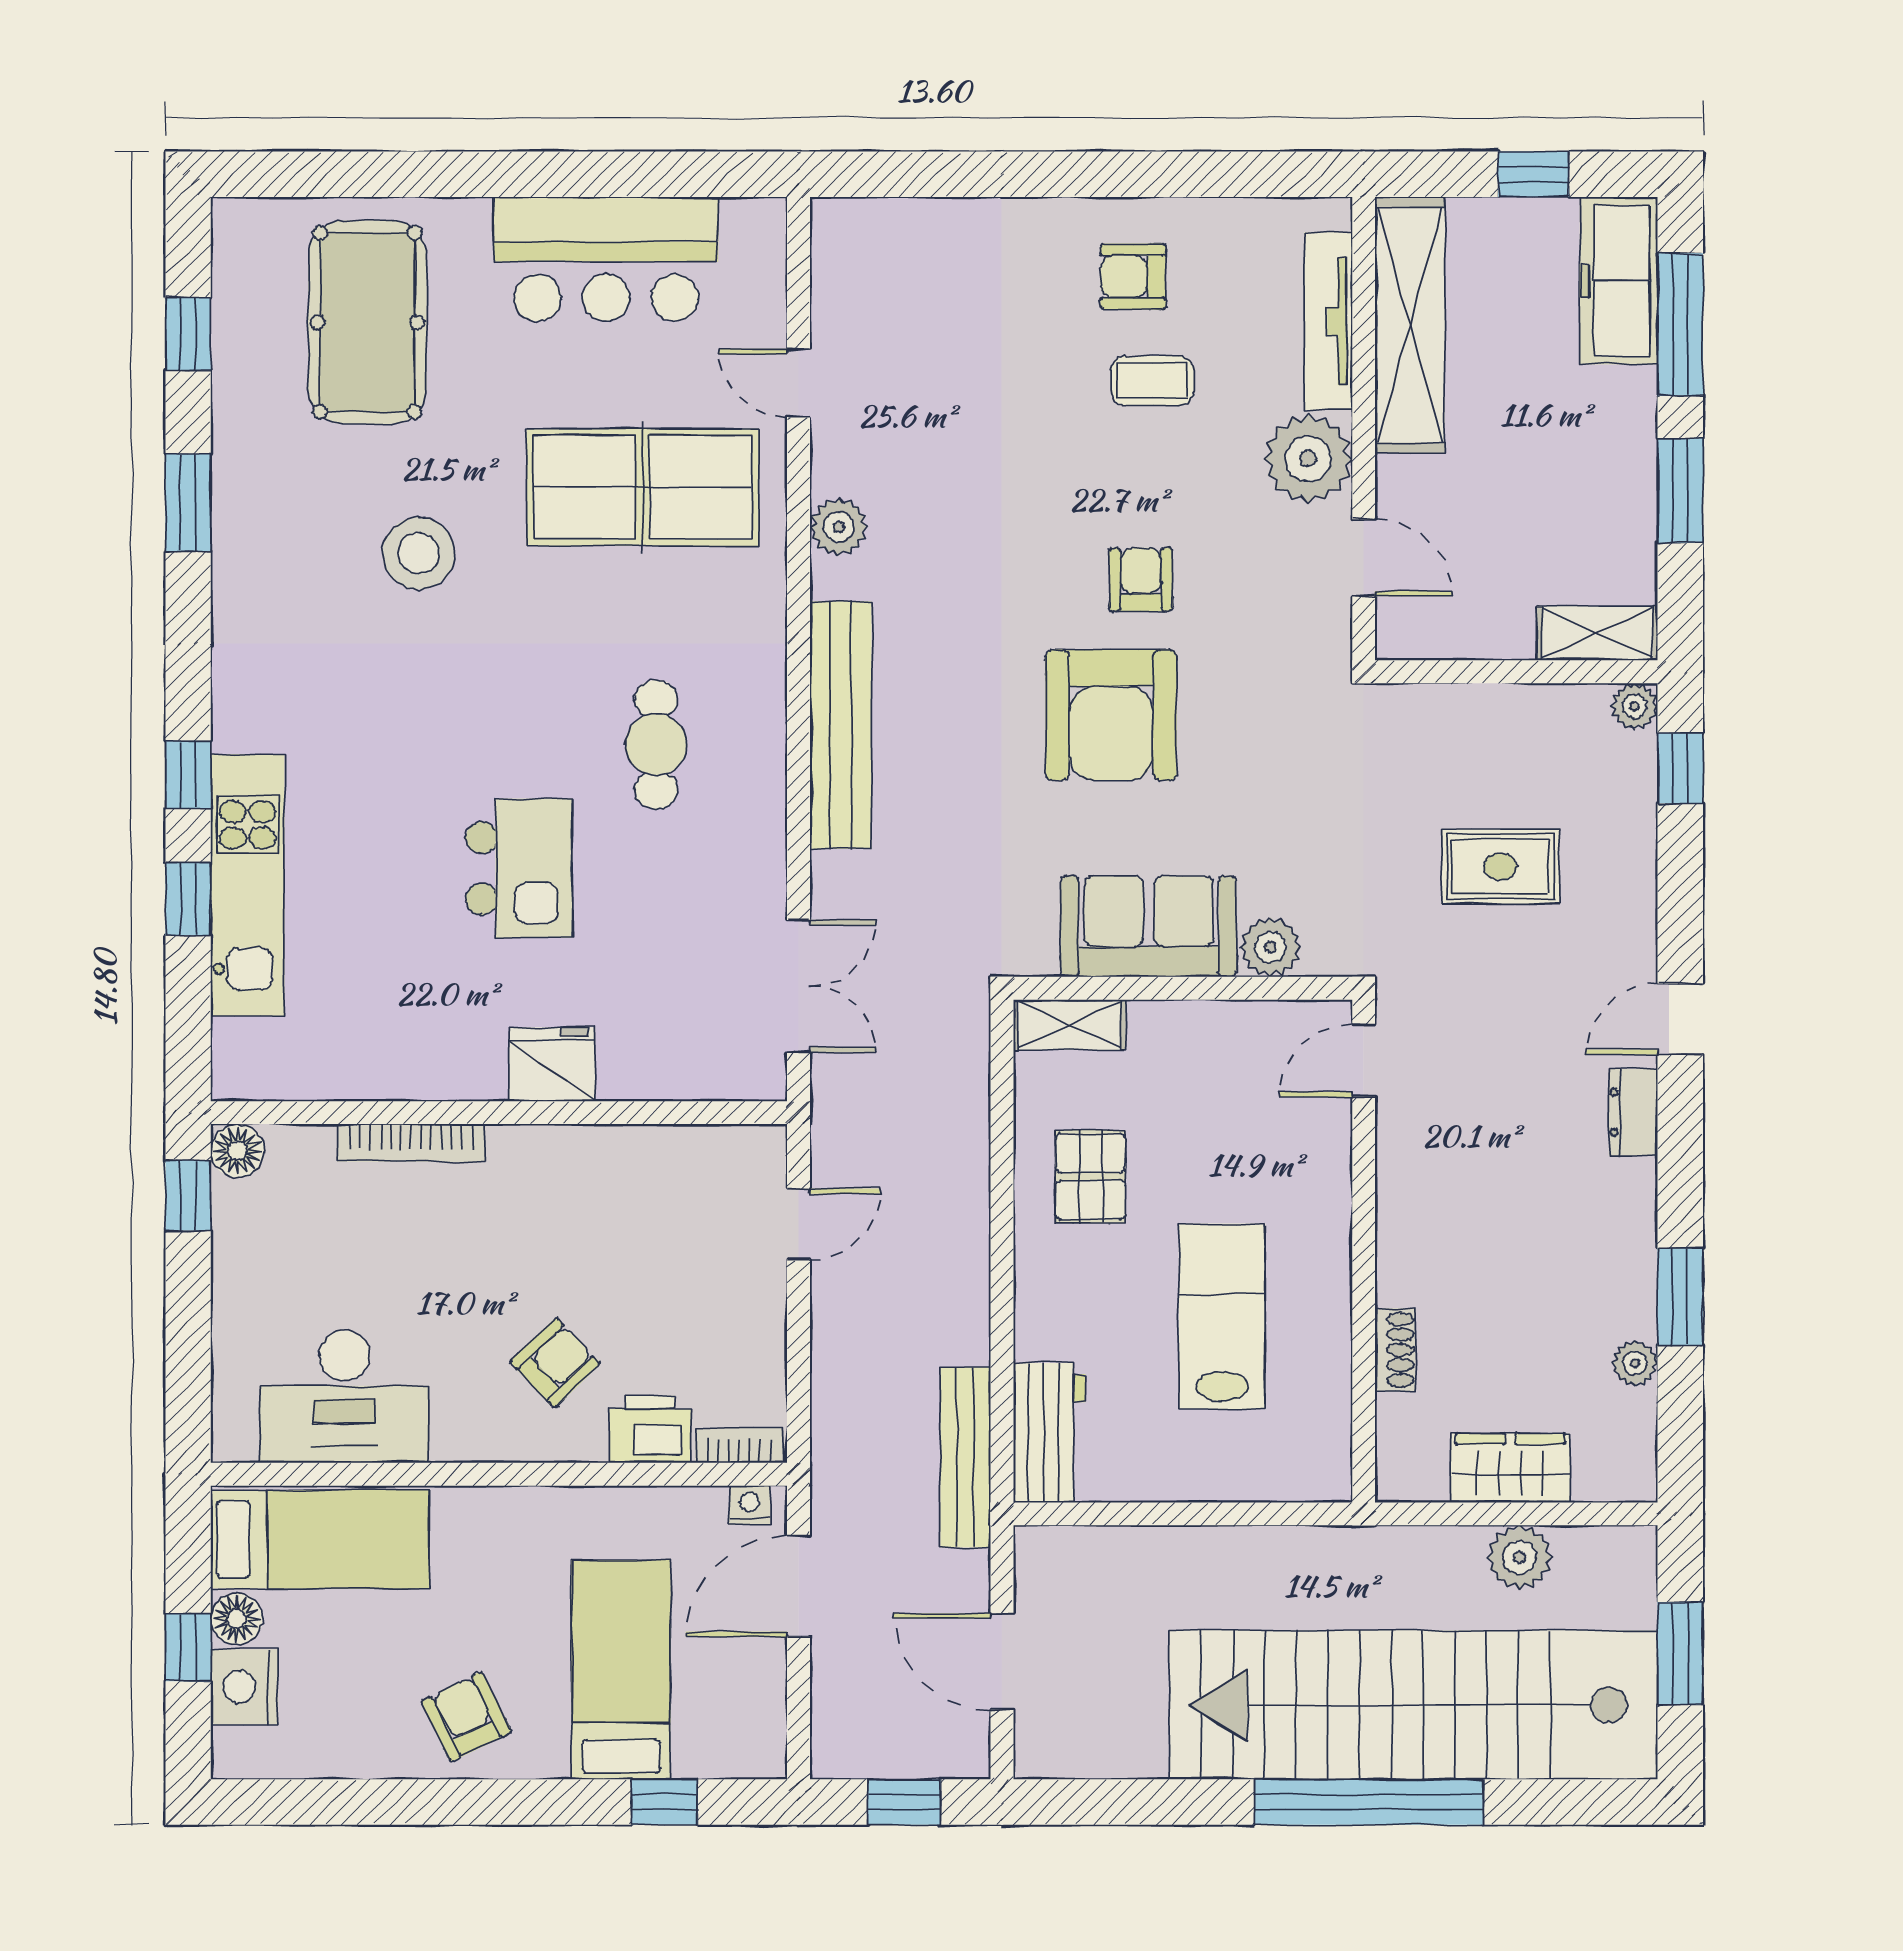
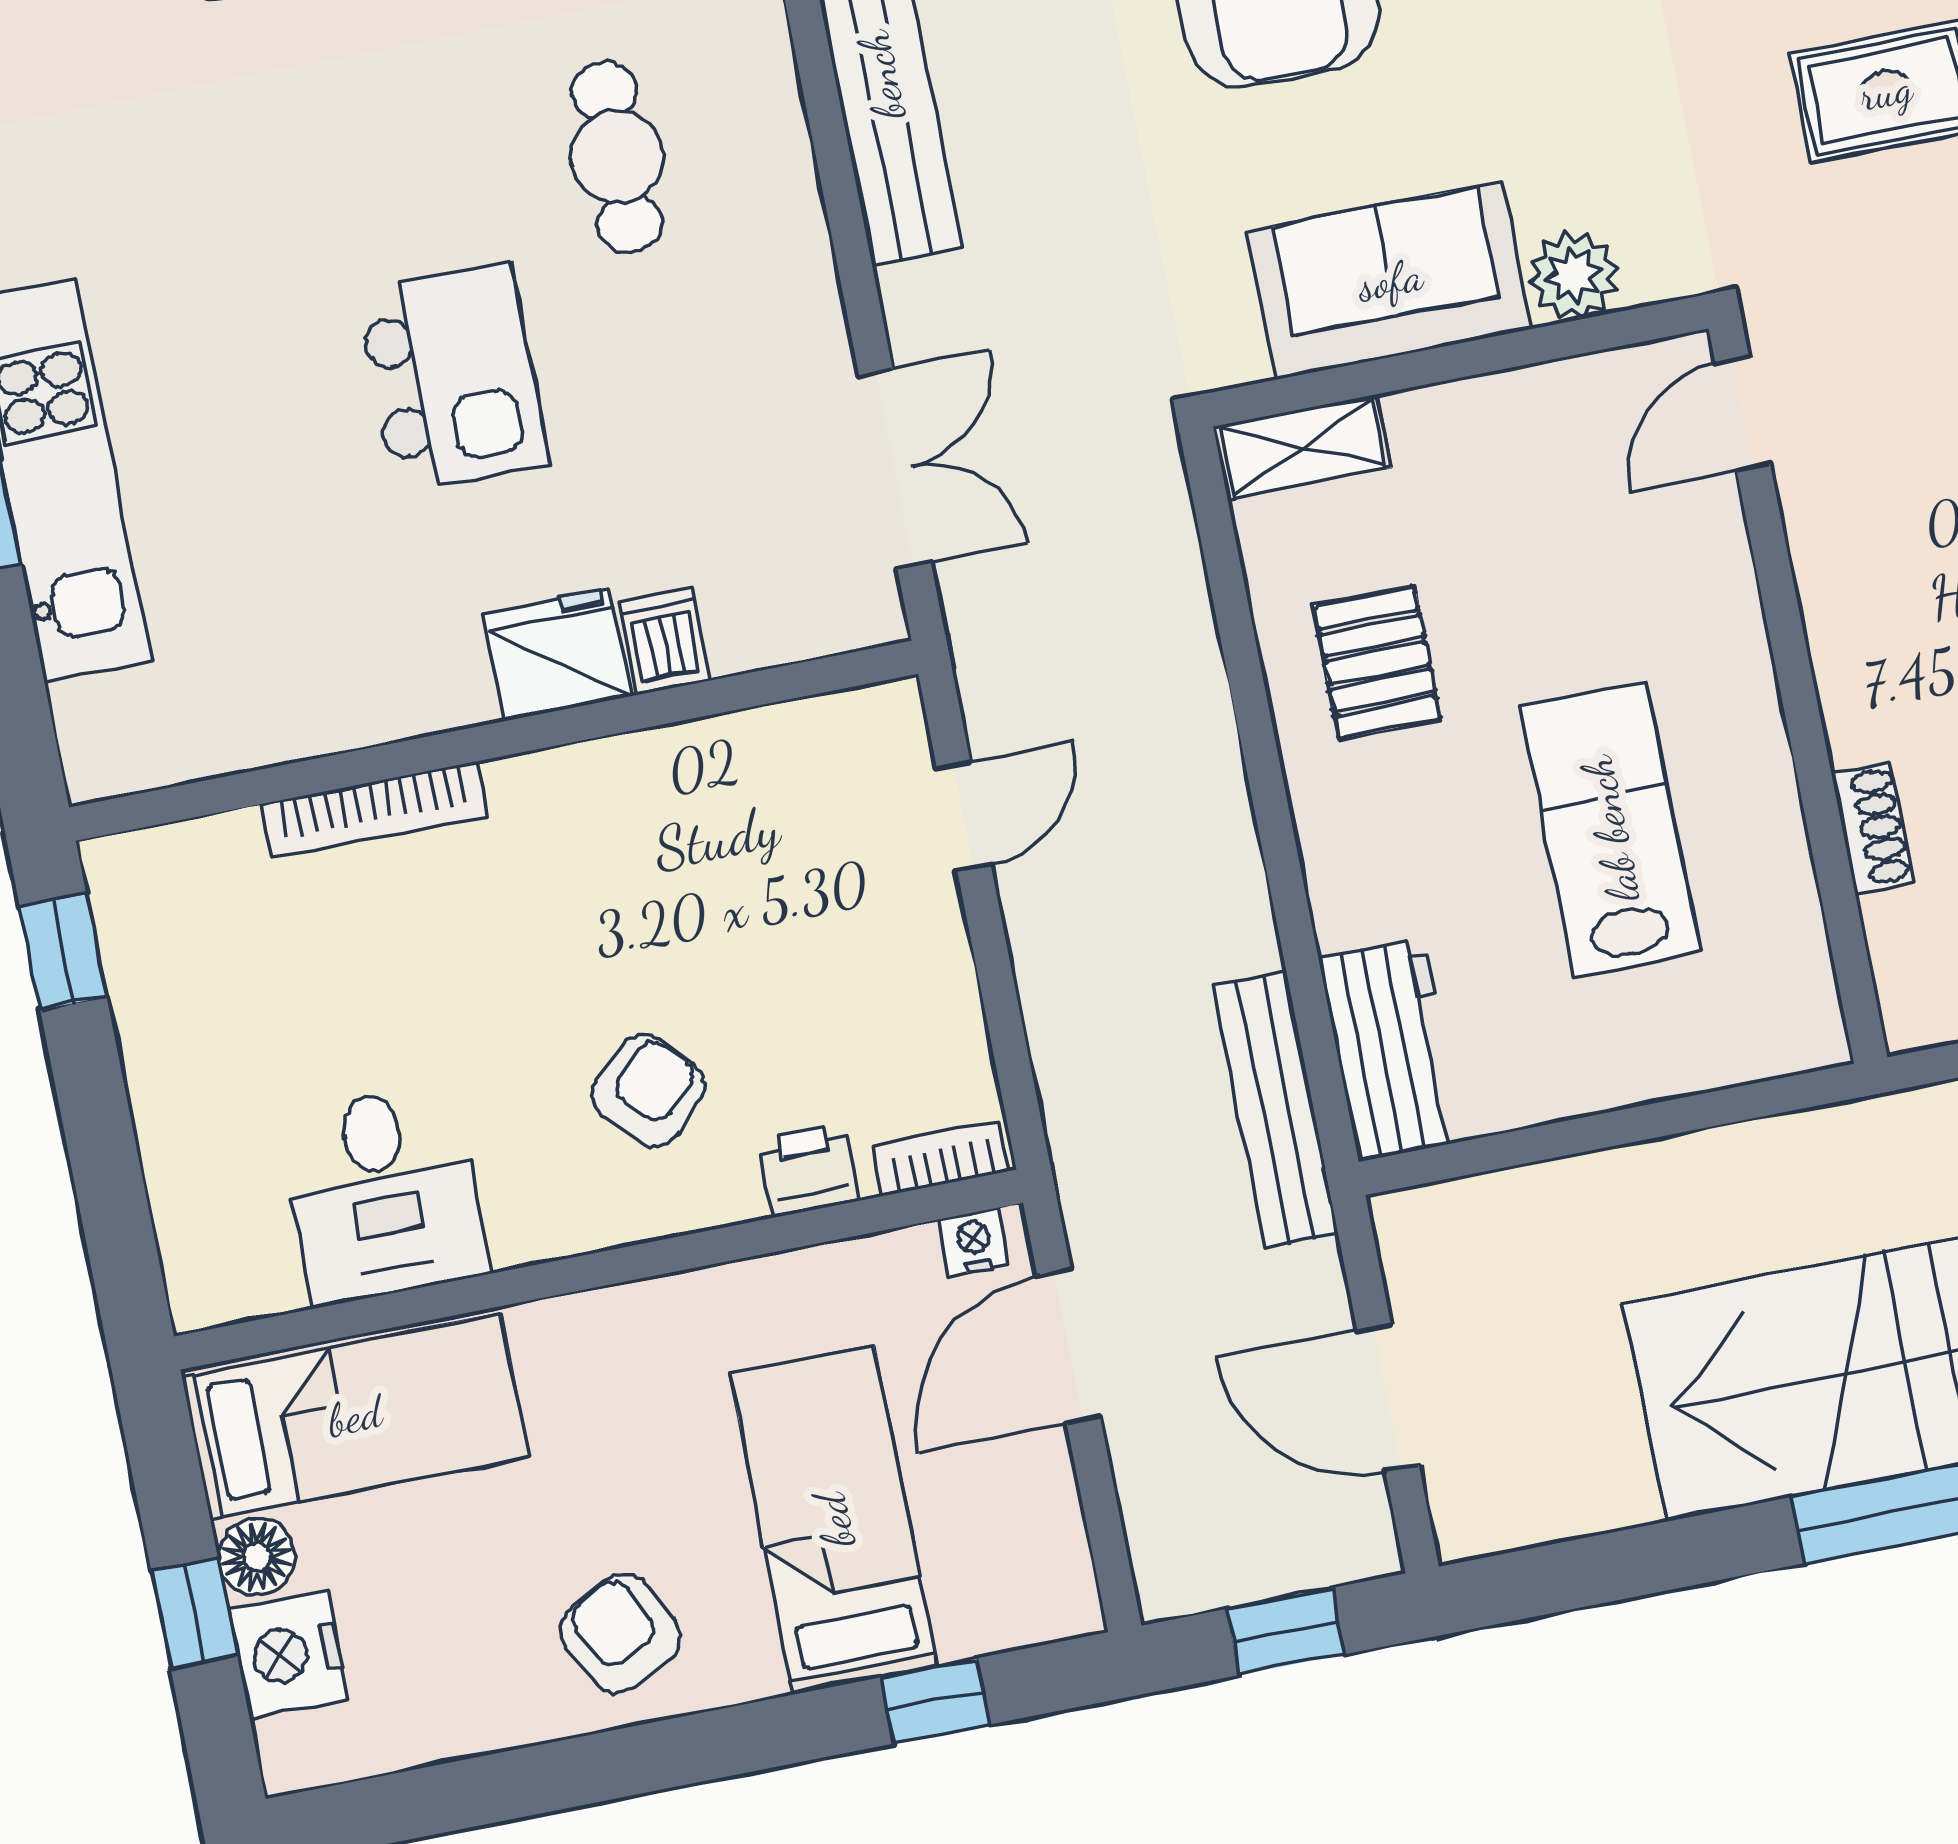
dishwasher: (625, 1069) -> (665, 641), added
floor lamp: (238, 1151) -> (123, 872), removed
desk: (344, 1397) -> (383, 1194), width x0.73
printer: (650, 1429) -> (808, 1169), width x0.73, depth x0.81

